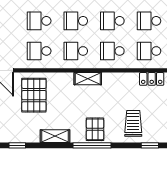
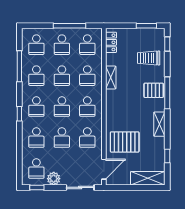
shelving: (88, 79) -> (111, 78), moved

